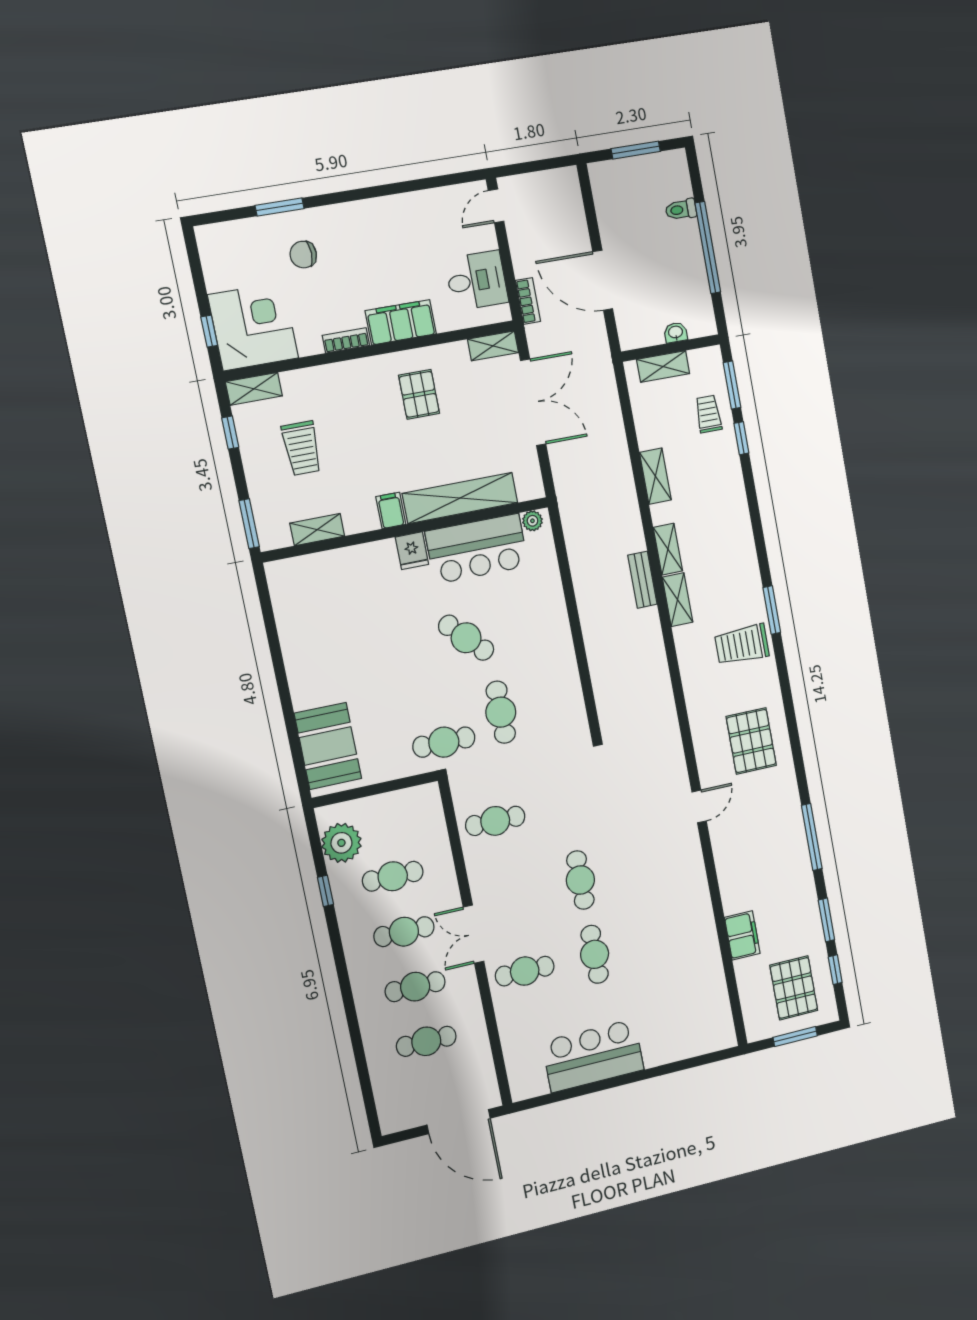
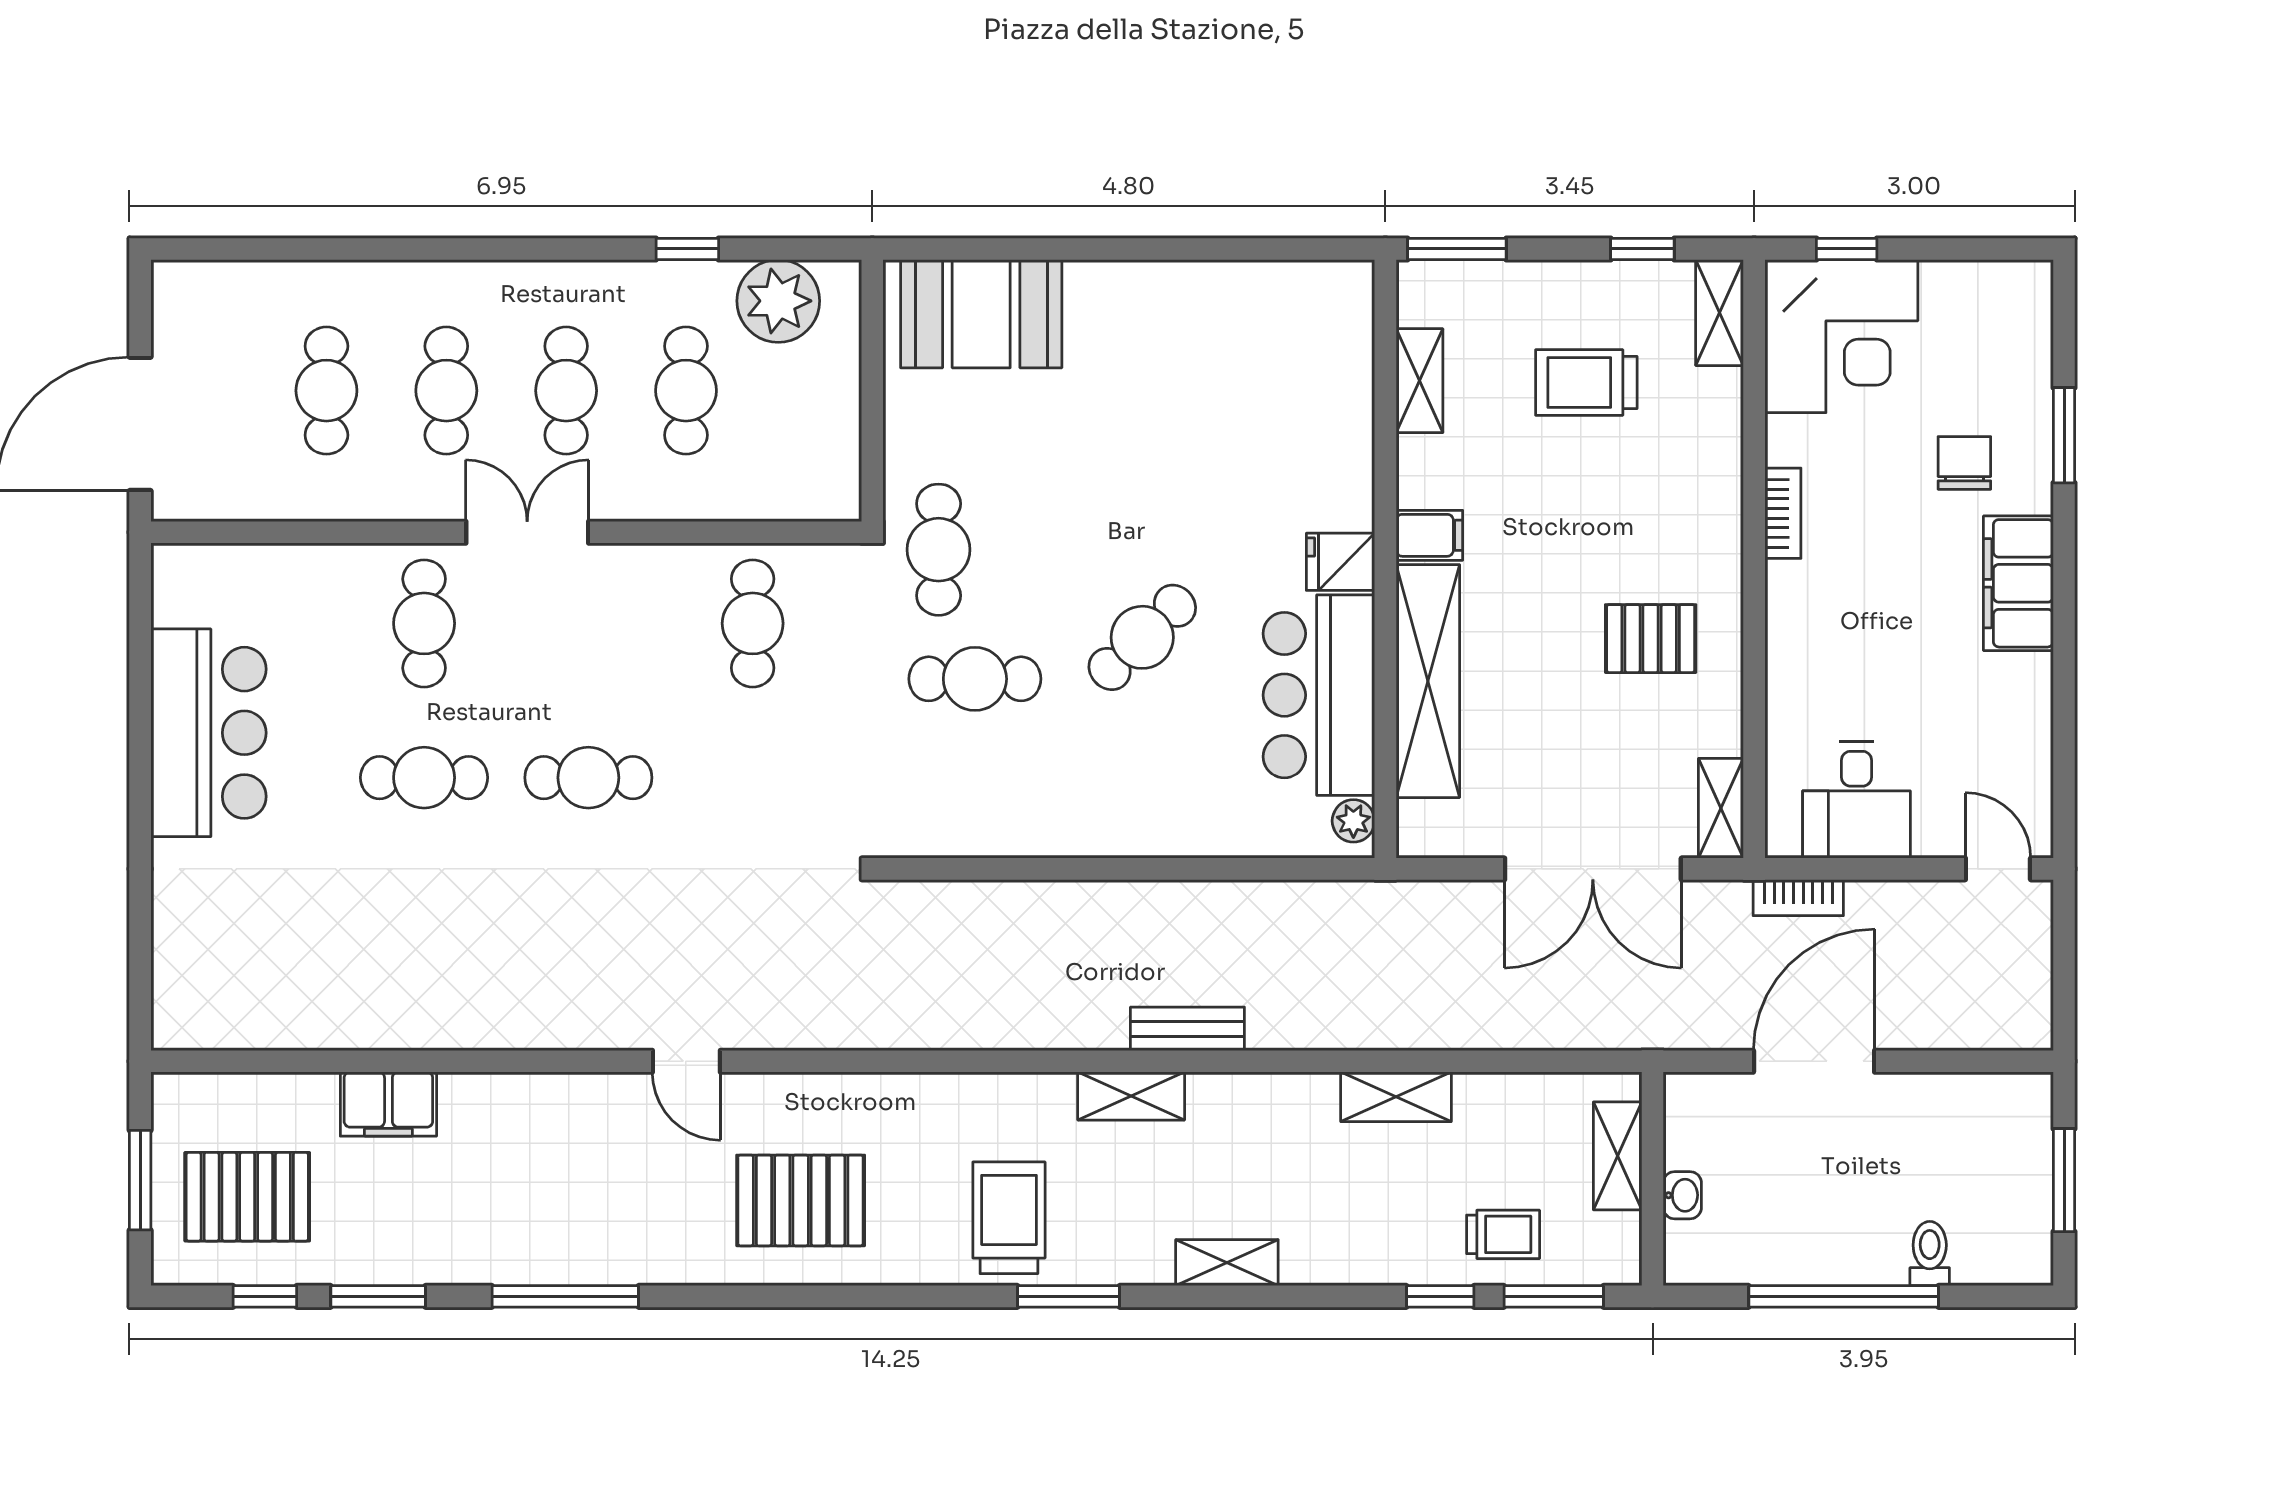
filing cabinet: (401, 322) -> (2018, 583), moved, turned 180
shelving: (668, 549) -> (1227, 1263), moved

